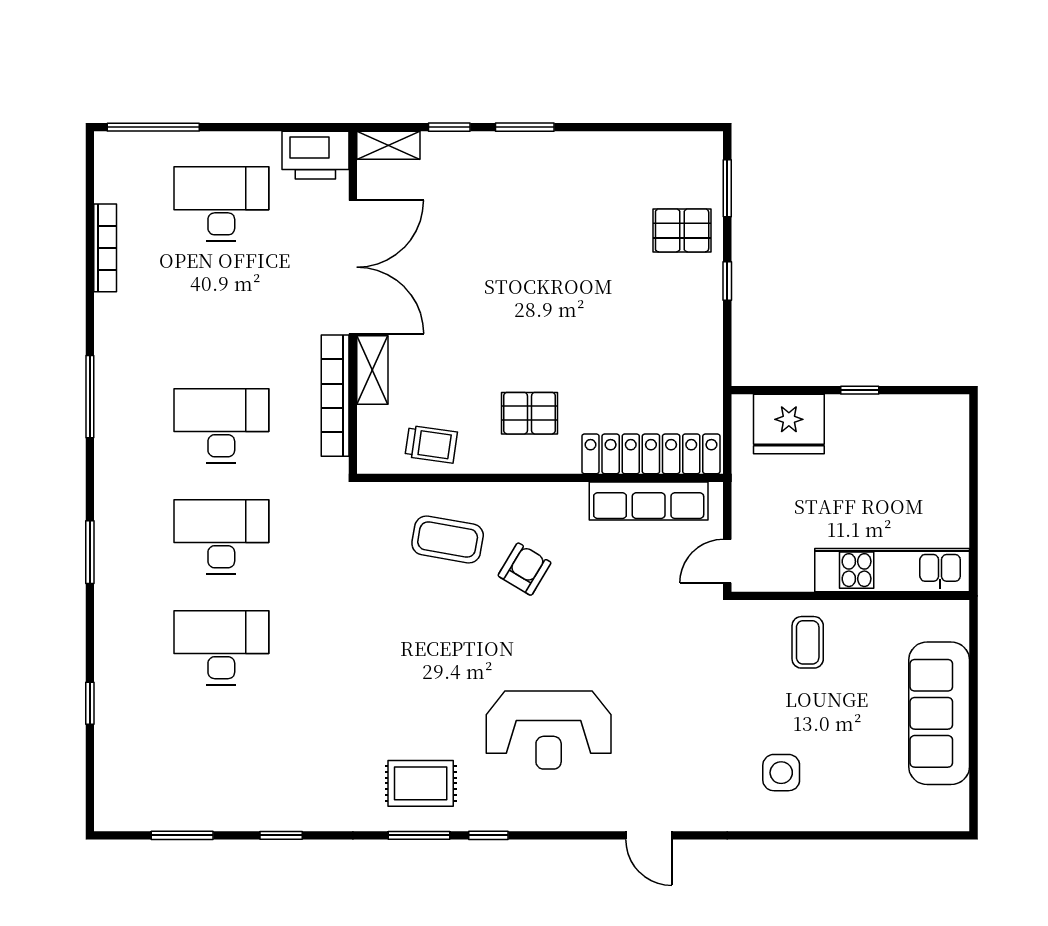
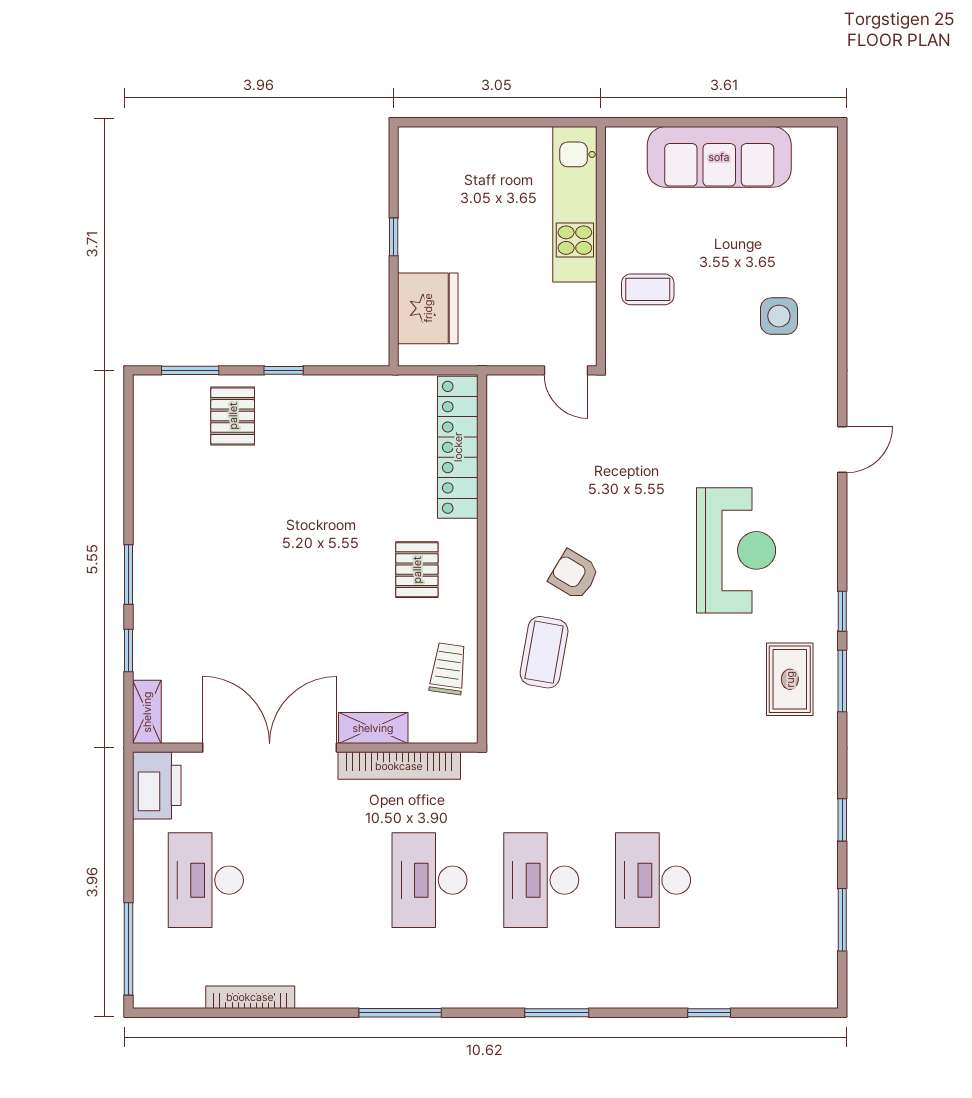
row of seats: (649, 501) -> (505, 450), removed

